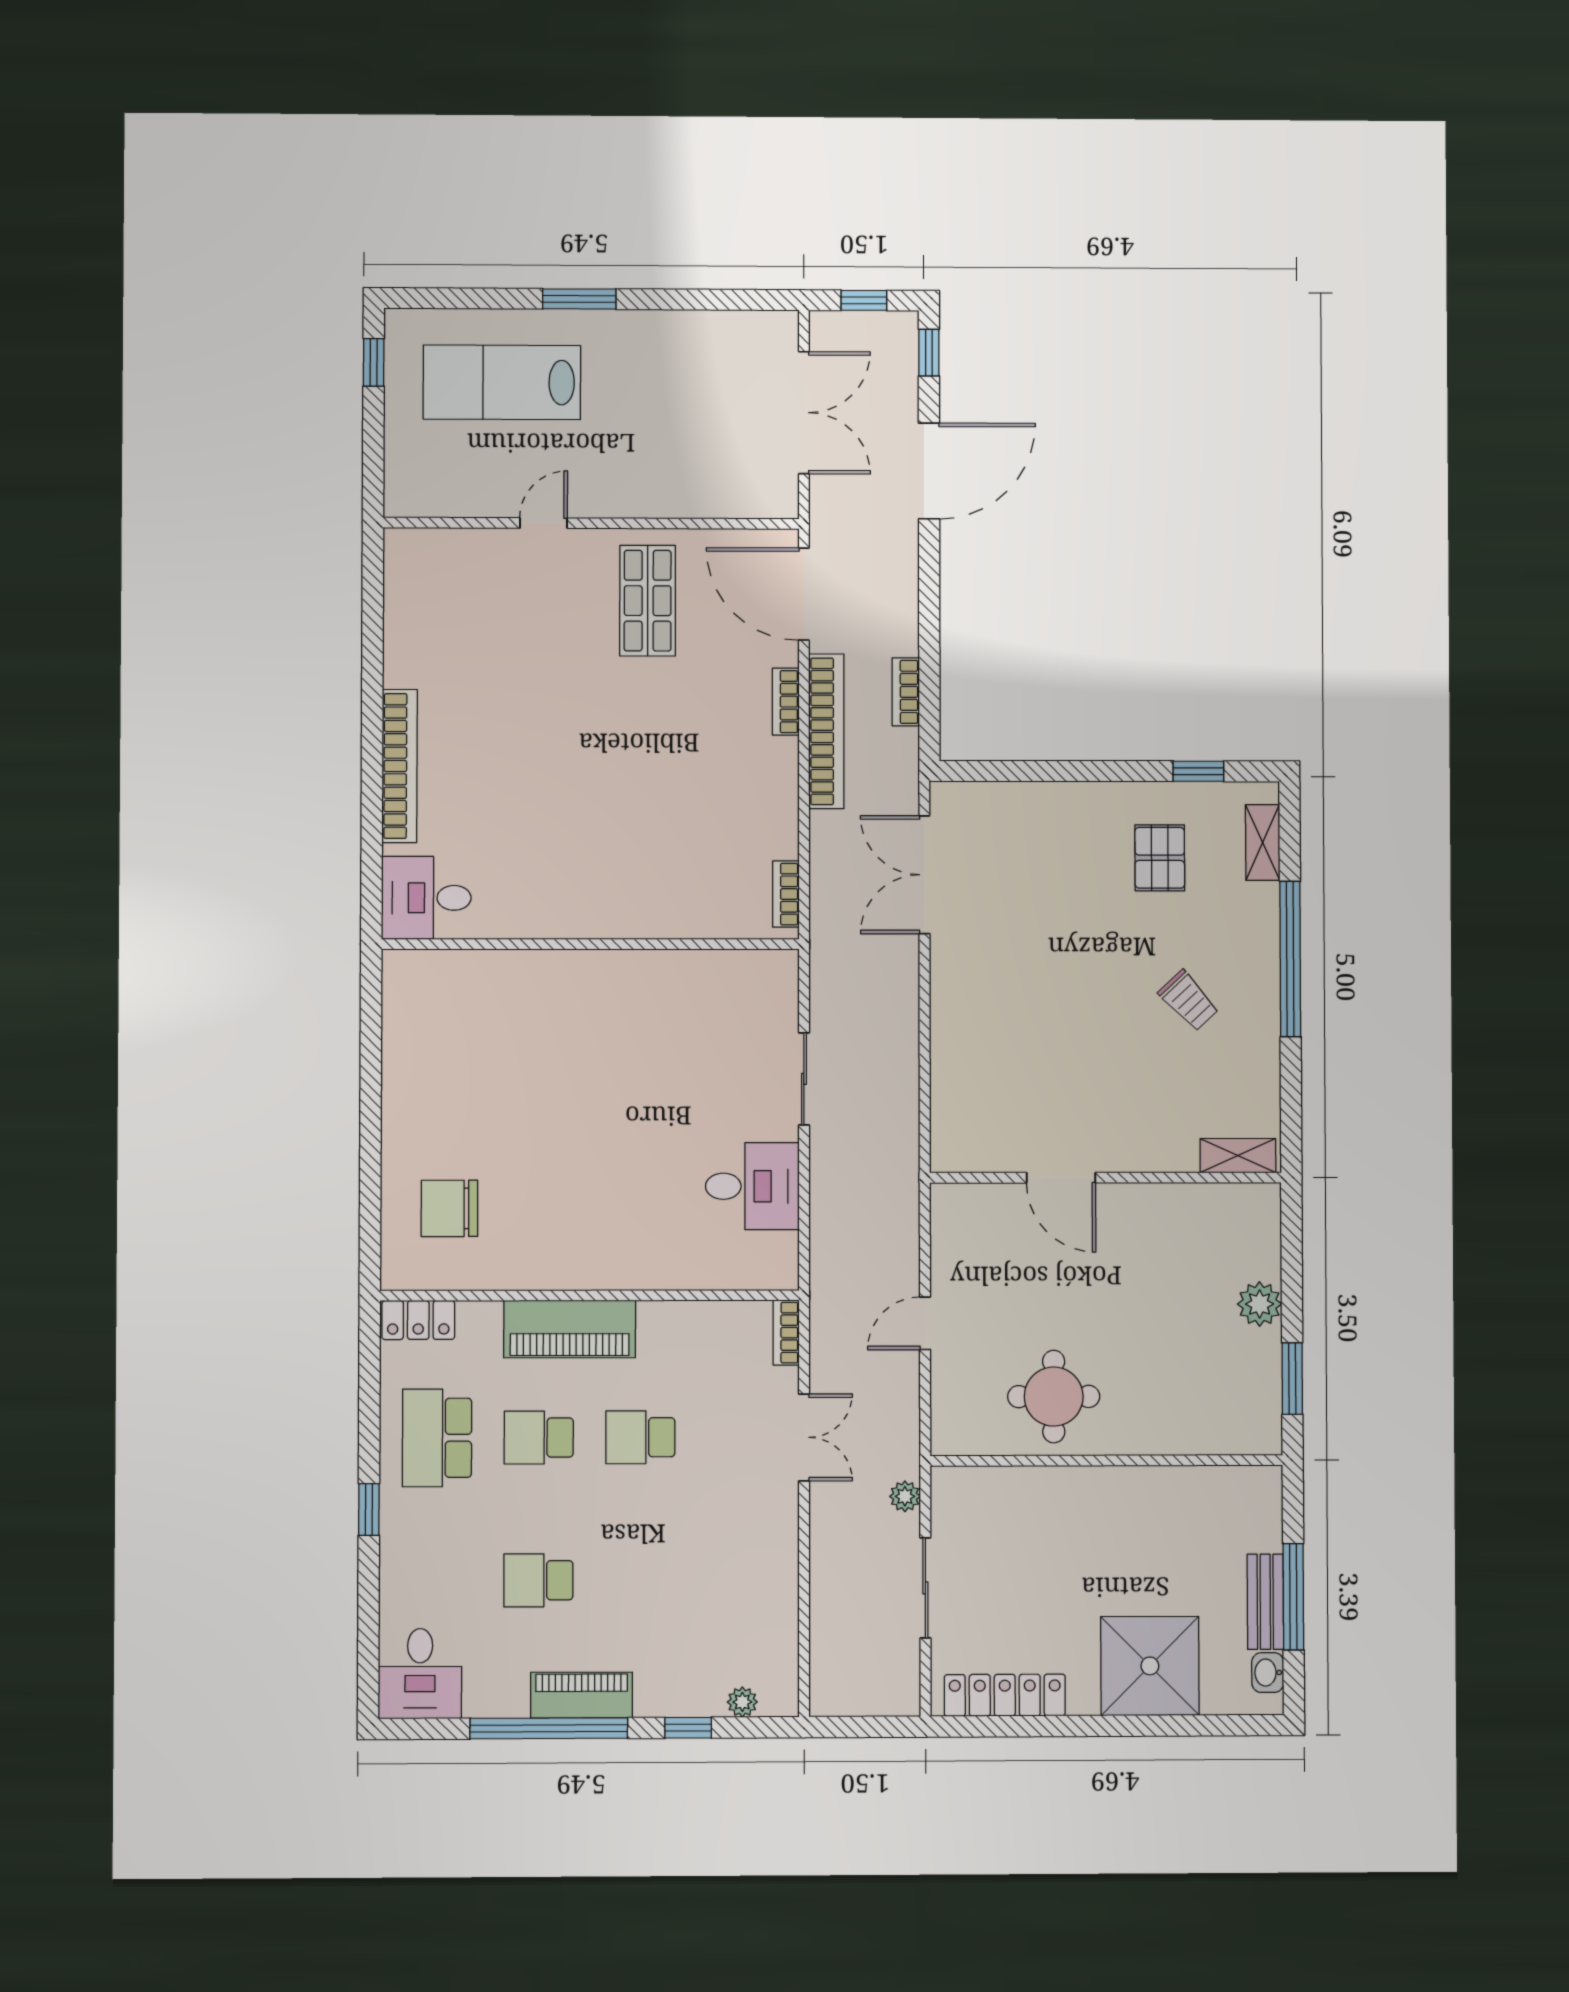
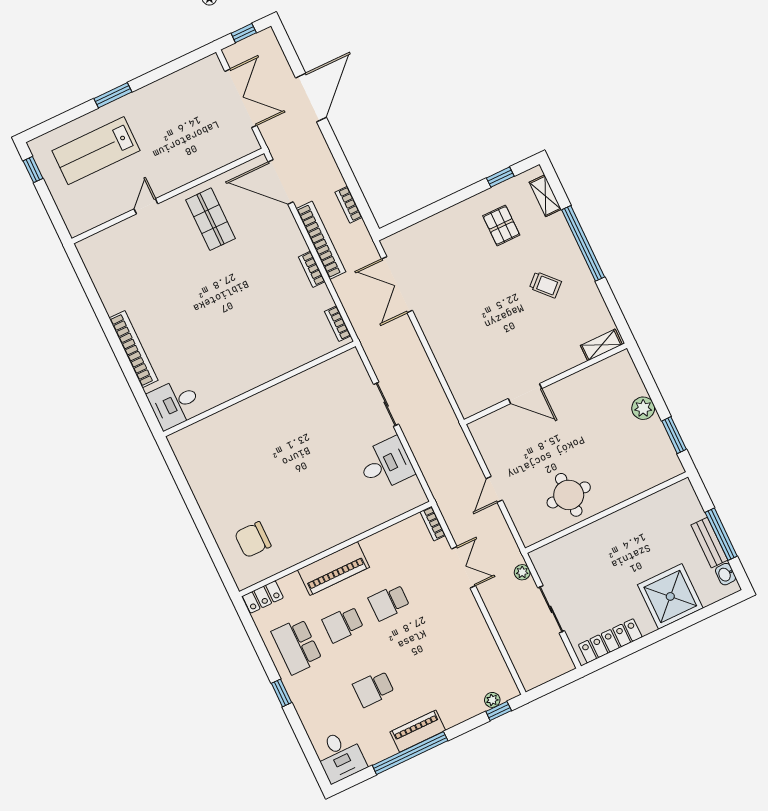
window: (929, 353) -> (285, 43), removed
bookcase: (786, 702) -> (312, 269), moved
window: (688, 1728) -> (499, 711), moved

